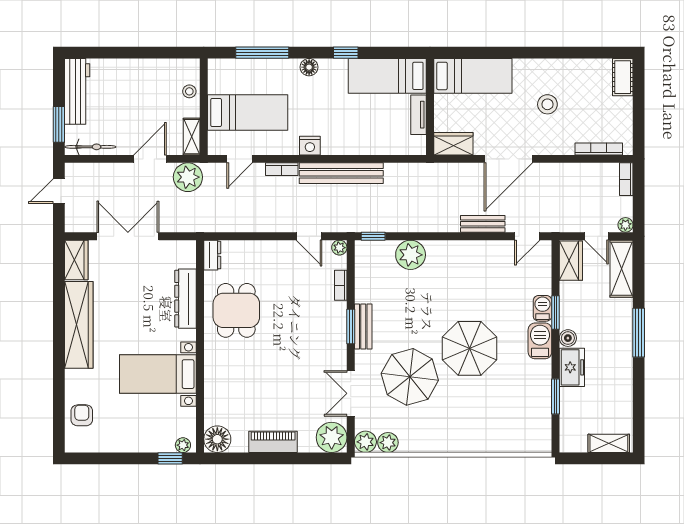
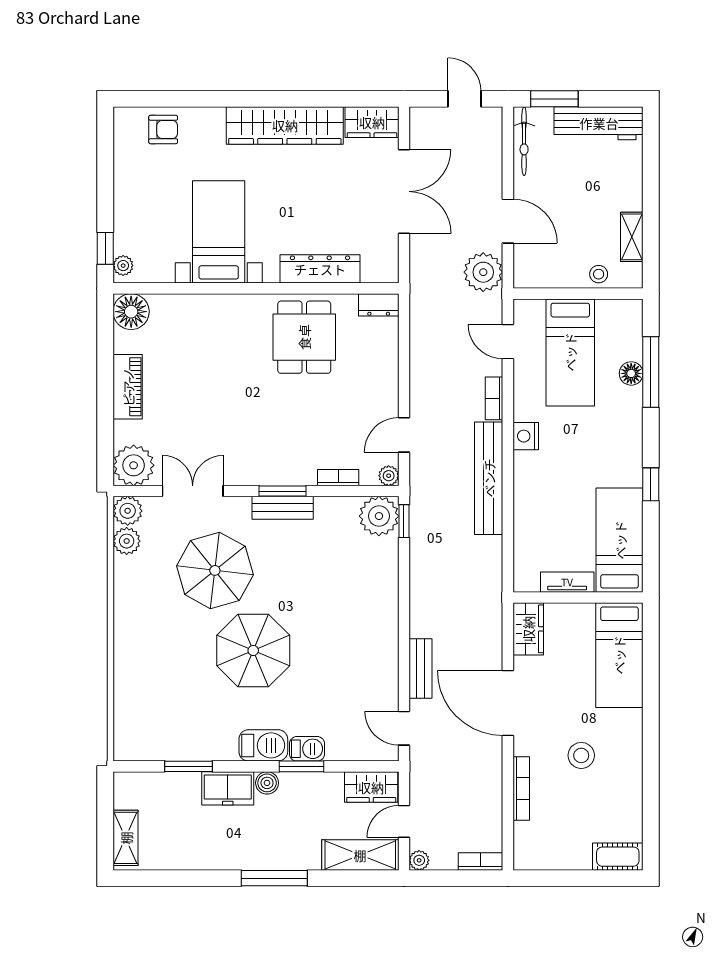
floor lamp: (309, 67) -> (631, 373), moved
shelving: (192, 137) -> (632, 237), moved, turned 90
bookcase: (599, 149) -> (521, 789), moved
plant: (411, 255) -> (379, 516), moved
dining table: (236, 310) -> (304, 337), turned 90

